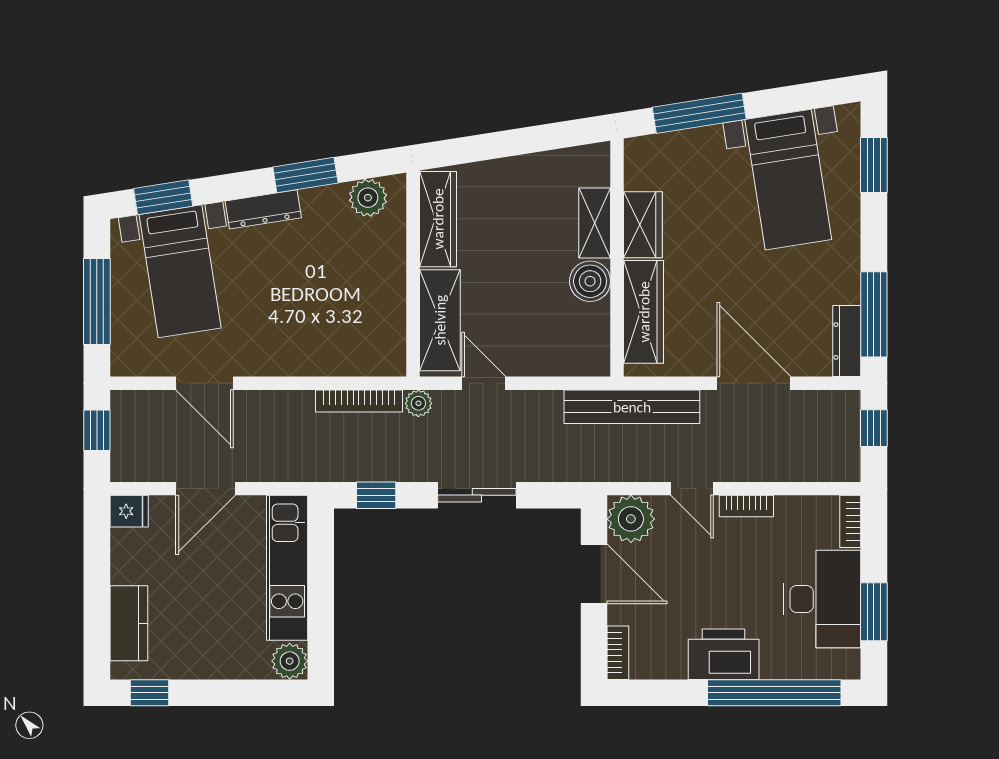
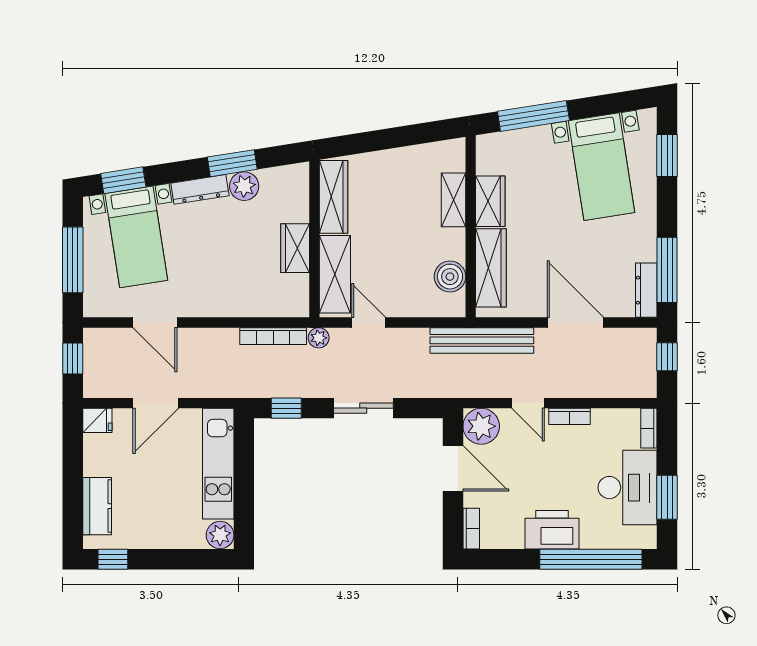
plant: (368, 198) -> (244, 186), moved
boiler: (590, 281) -> (450, 277), moved
wardrobe: (388, 286) -> (295, 248), added

